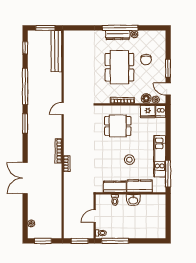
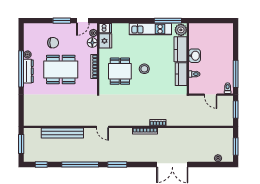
bench: (56, 51) -> (62, 133), moved
stool: (129, 160) -> (144, 69), moved
plant: (159, 187) -> (181, 30), added

